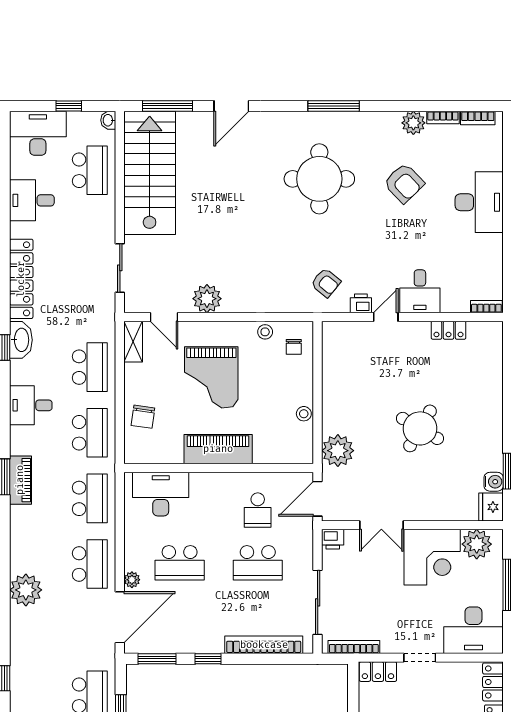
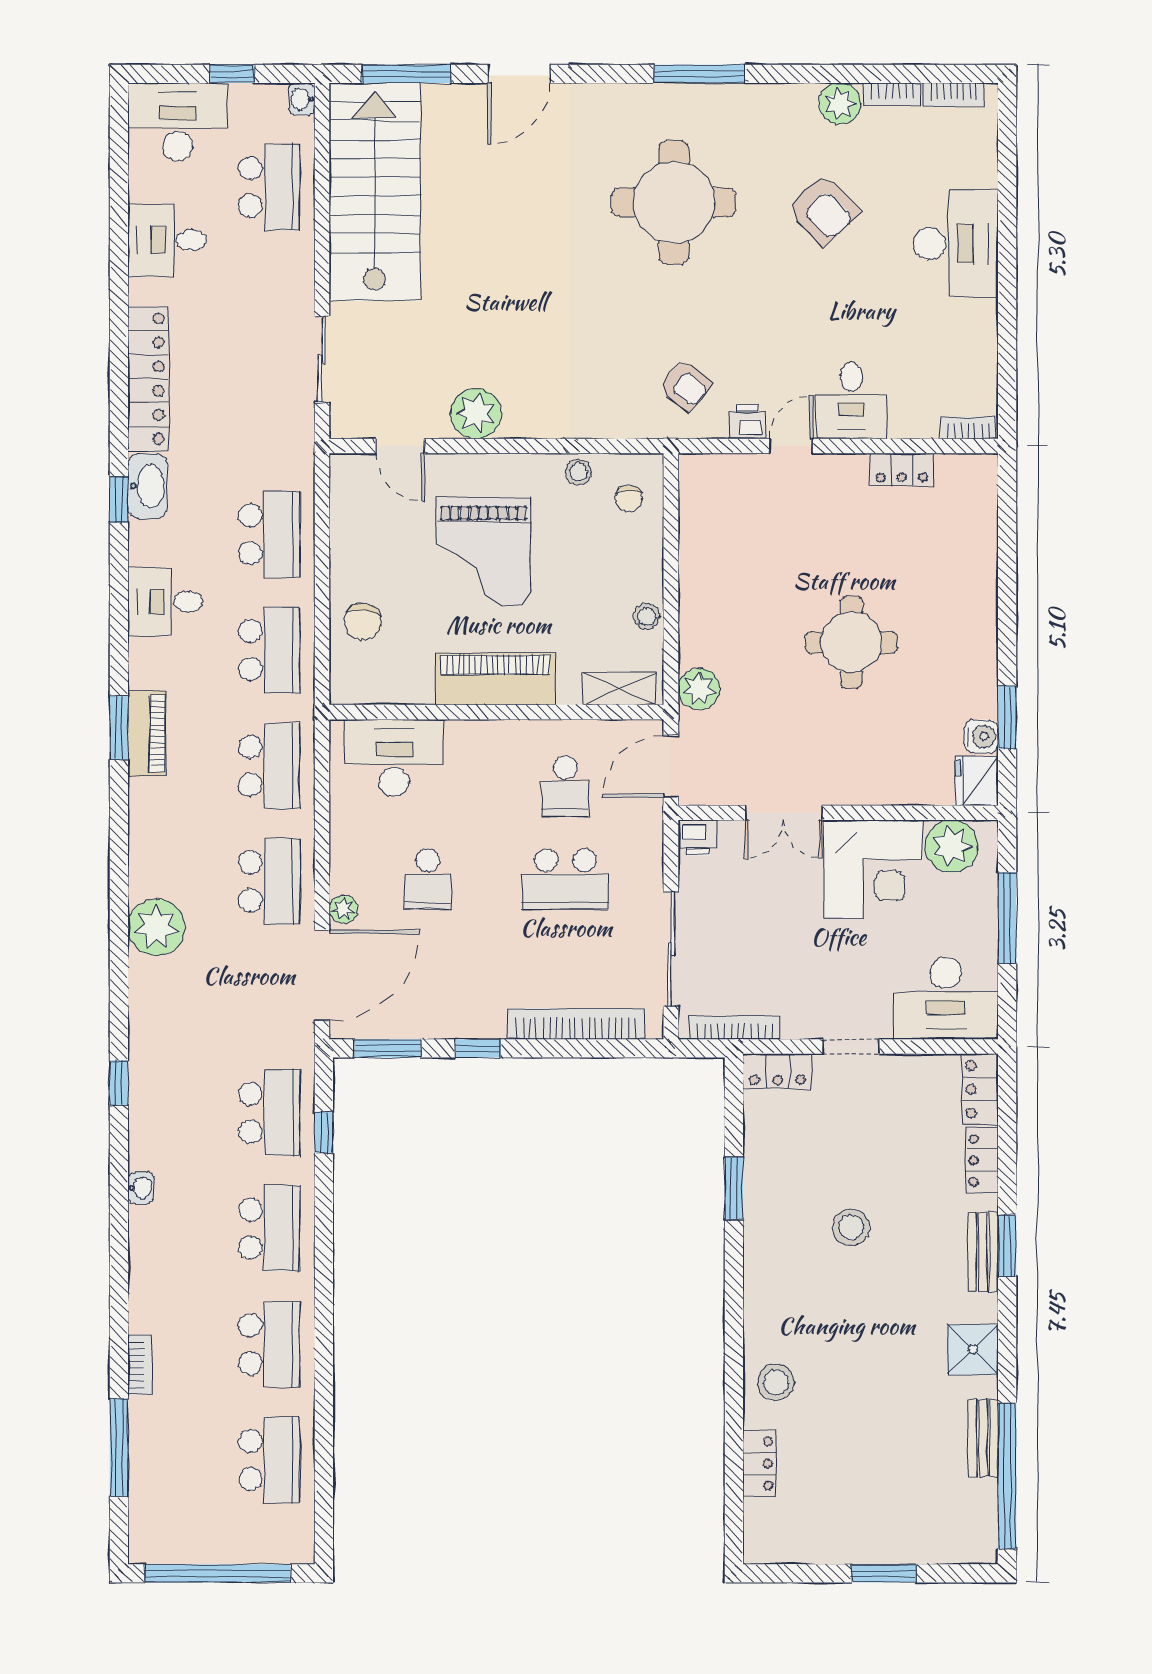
shelving: (133, 342) -> (620, 689), moved, turned 90
round table: (420, 428) -> (851, 642), turned -30
plant: (338, 451) -> (699, 689), width x0.73, depth x0.73
school desk: (180, 563) -> (428, 879), width x0.54

